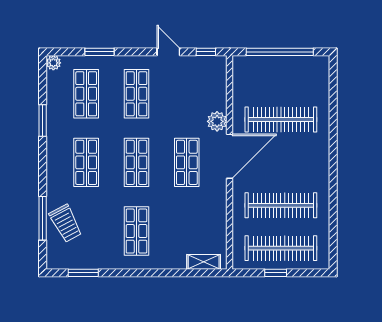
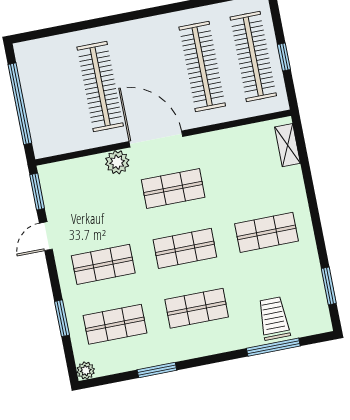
window: (206, 52) -> (37, 192), width x1.50
trolley: (66, 223) -> (274, 318), turned -62

